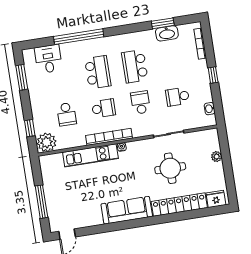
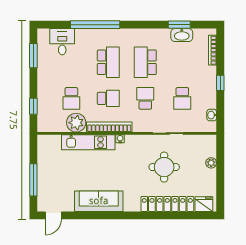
school desk: (178, 97) -> (182, 98), turned -90
plant: (47, 142) -> (76, 123), moved
sofa: (127, 210) -> (99, 201), moved

